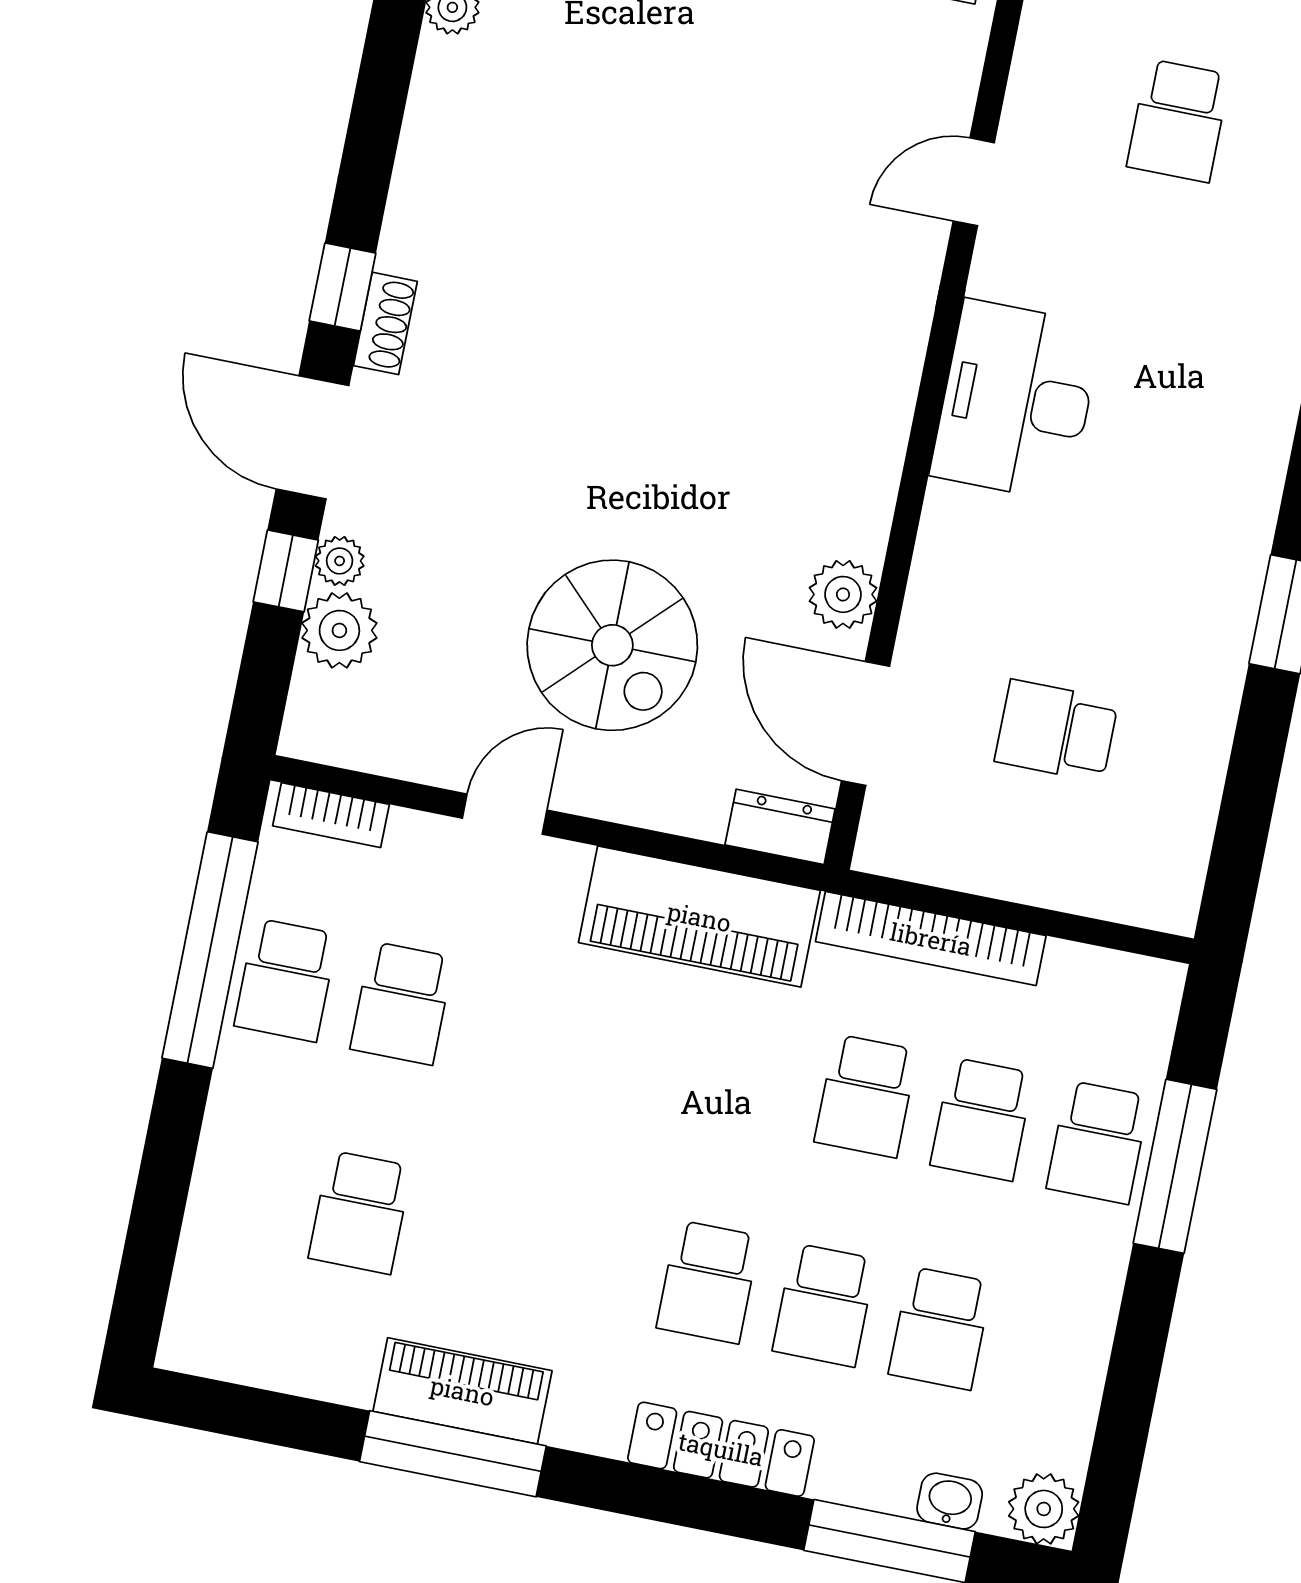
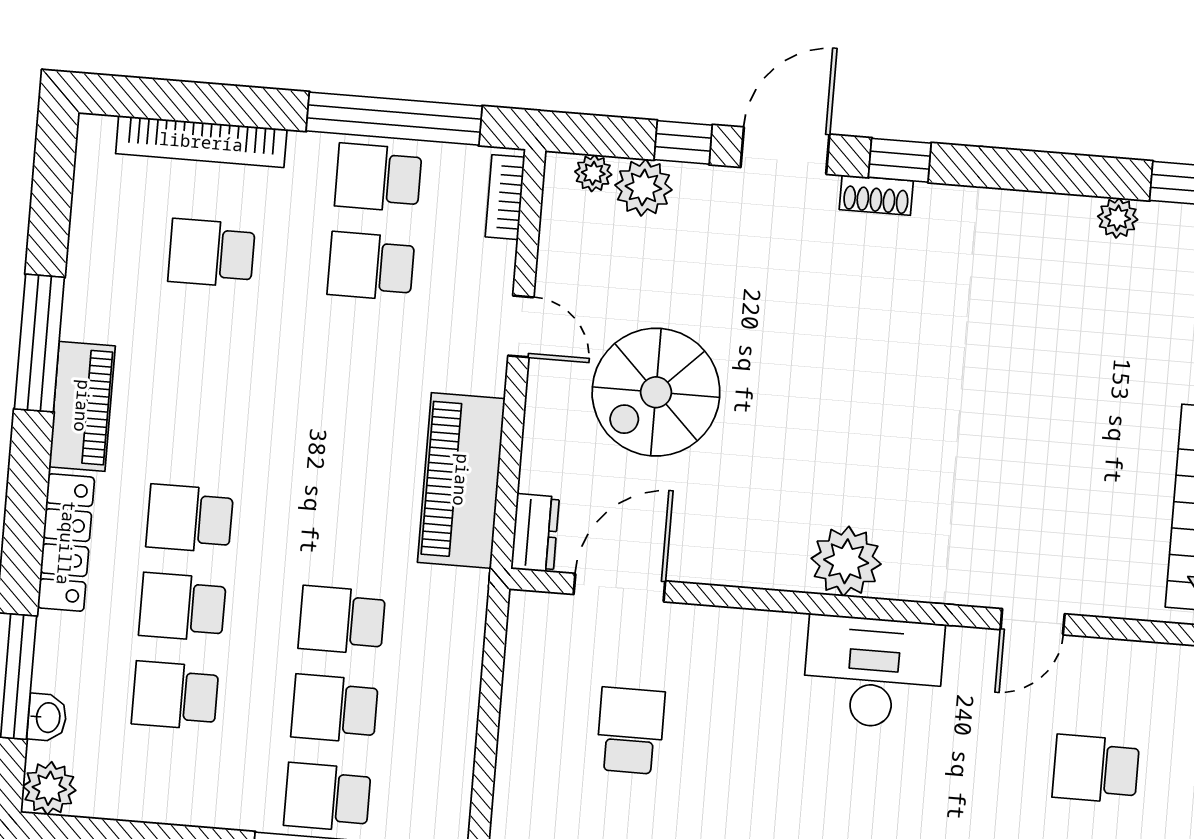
door: (974, 182) -> (1033, 622), swing flipped
plant: (340, 561) -> (593, 173), moved
plant: (843, 594) -> (846, 561), moved, width x1.36, depth x1.36
bookcase: (931, 939) -> (201, 142), moved, turned -90
piano: (462, 1391) -> (82, 406), moved

